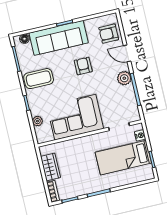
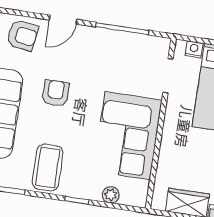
armchair: (109, 34) -> (22, 35), turned -82
armchair: (83, 66) -> (56, 93), turned 90
plant: (124, 78) -> (99, 39), removed

